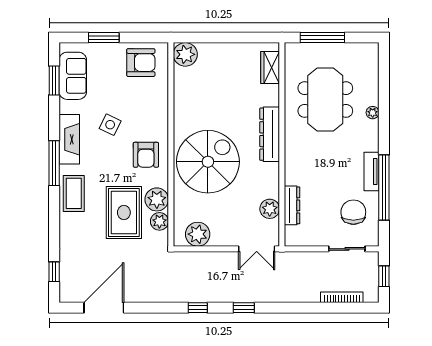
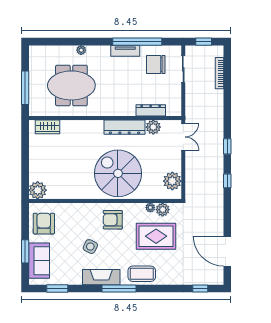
sofa: (73, 76) -> (39, 261), moved, turned 90
dresser: (270, 134) -> (125, 127), moved
armchair: (146, 155) -> (113, 220), turned 180
plant: (157, 199) -> (150, 208), width x0.53, depth x0.53

